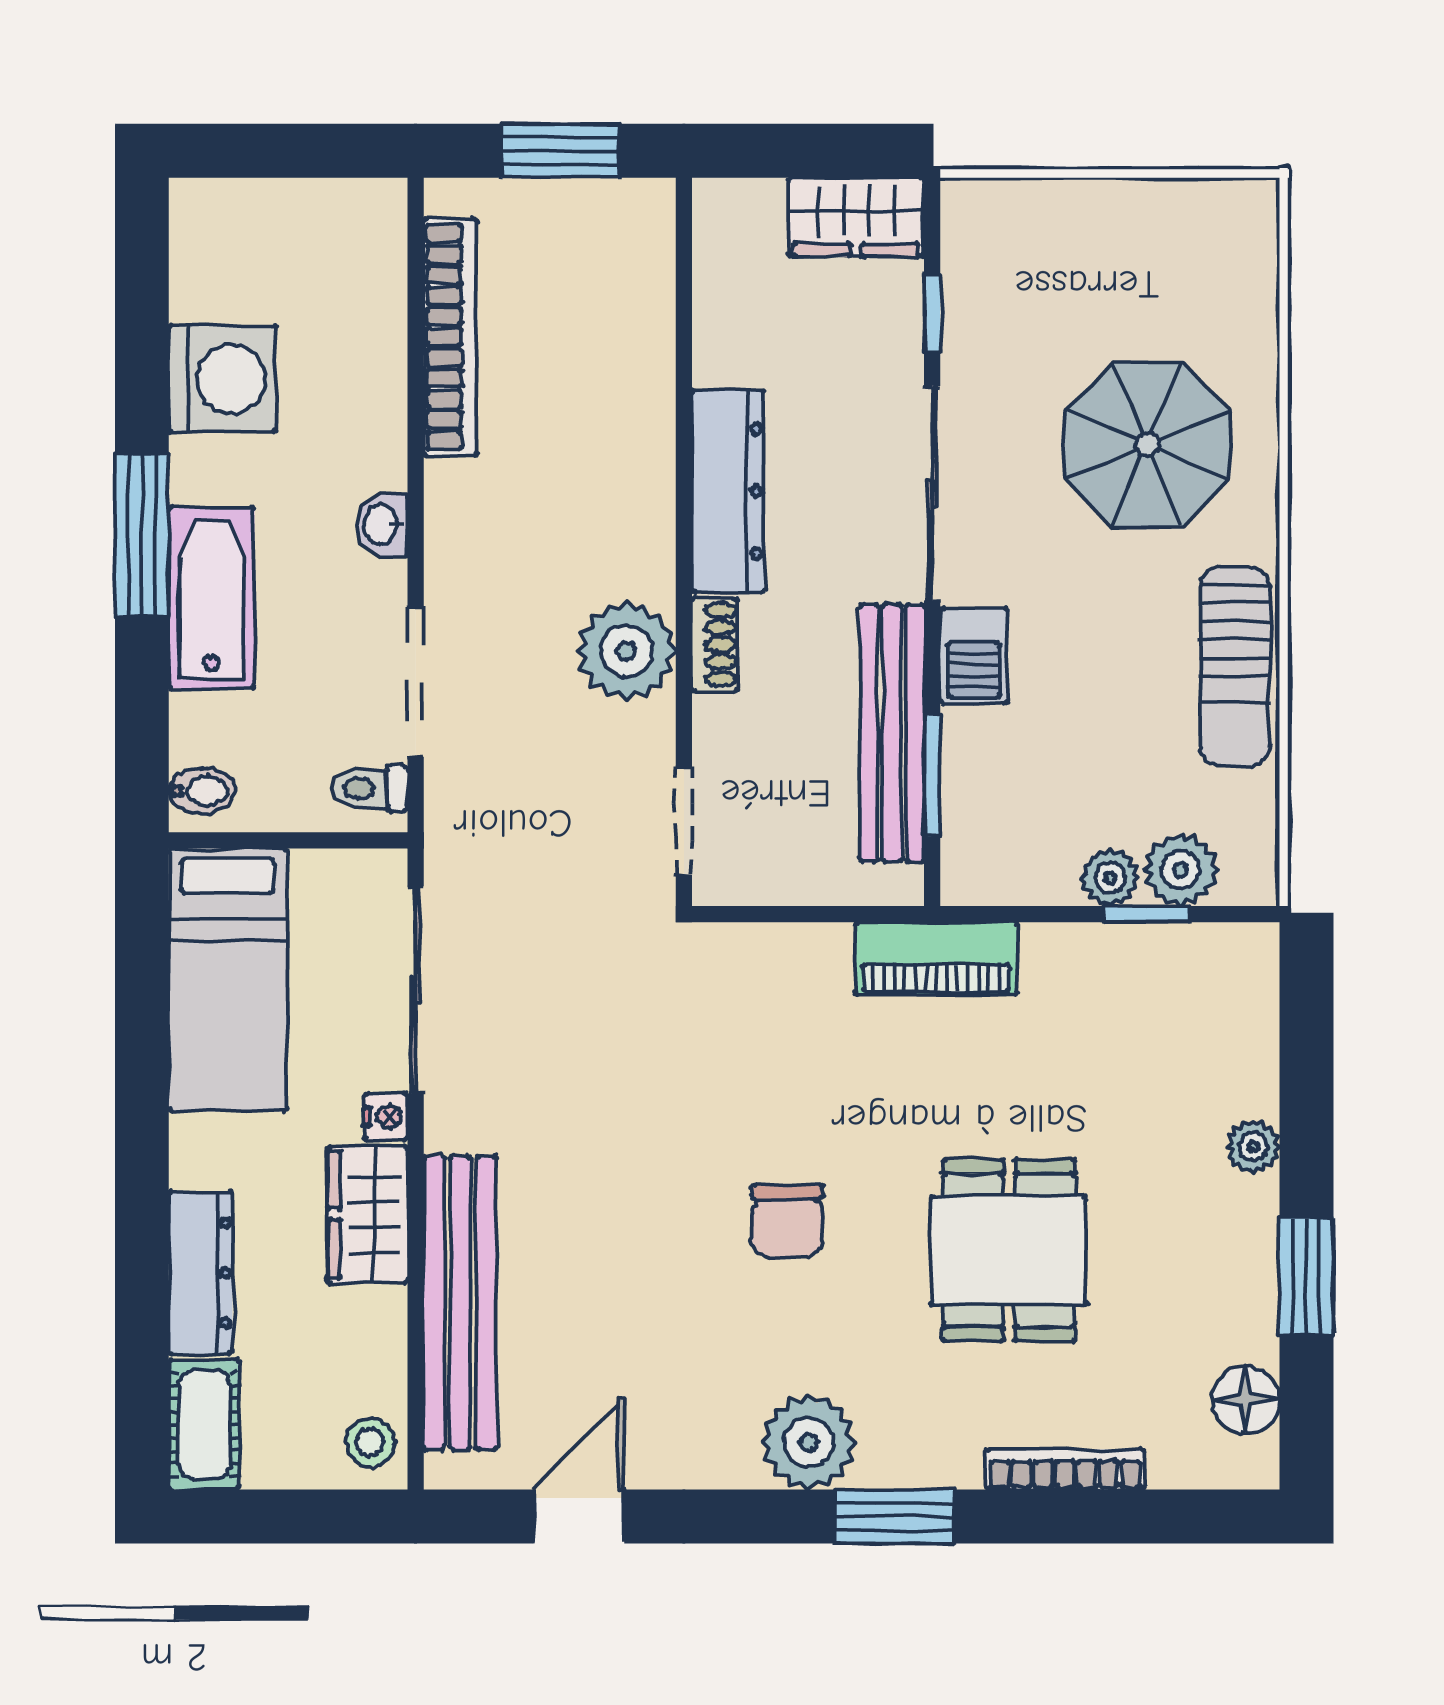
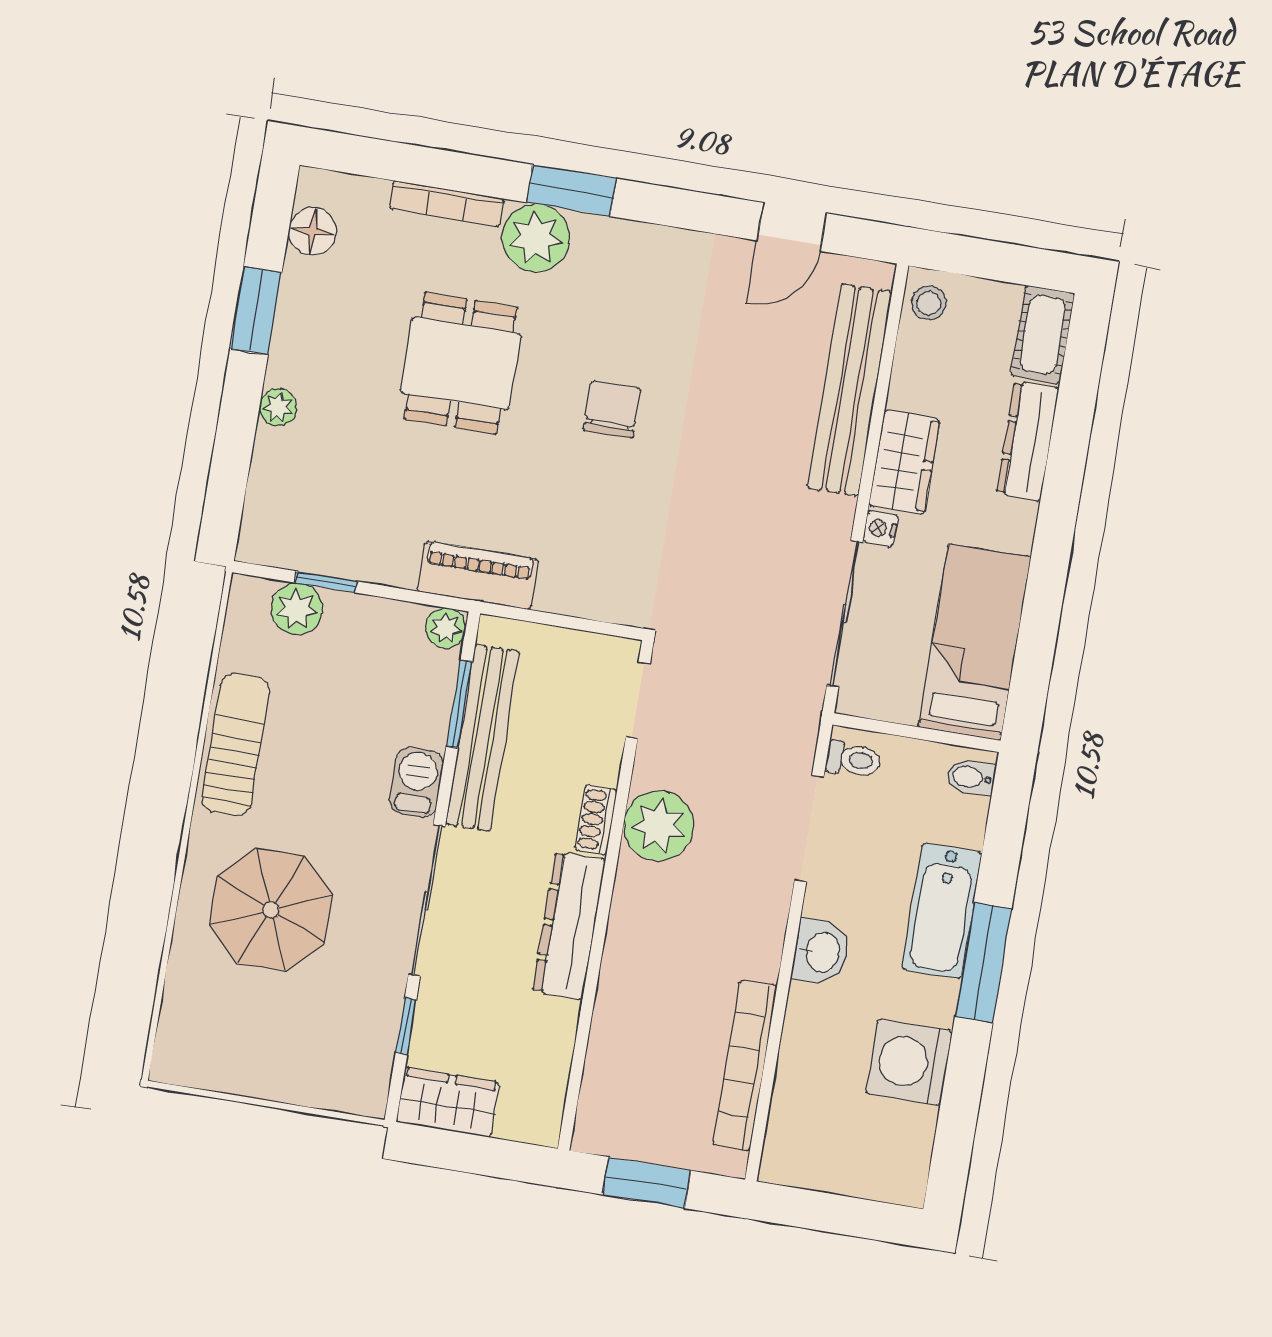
washbasin: (382, 525) -> (821, 952), width x1.38, depth x1.45
plant: (1110, 878) -> (446, 628), moved
plant: (809, 1442) -> (536, 238), moved

